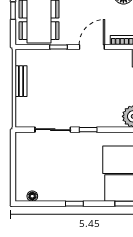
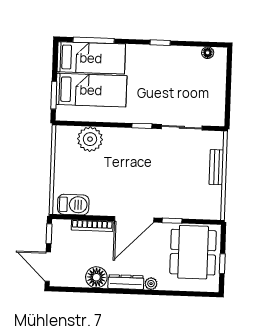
door: (92, 47) -> (134, 219), width x1.36
bench: (21, 81) -> (216, 167), moved

